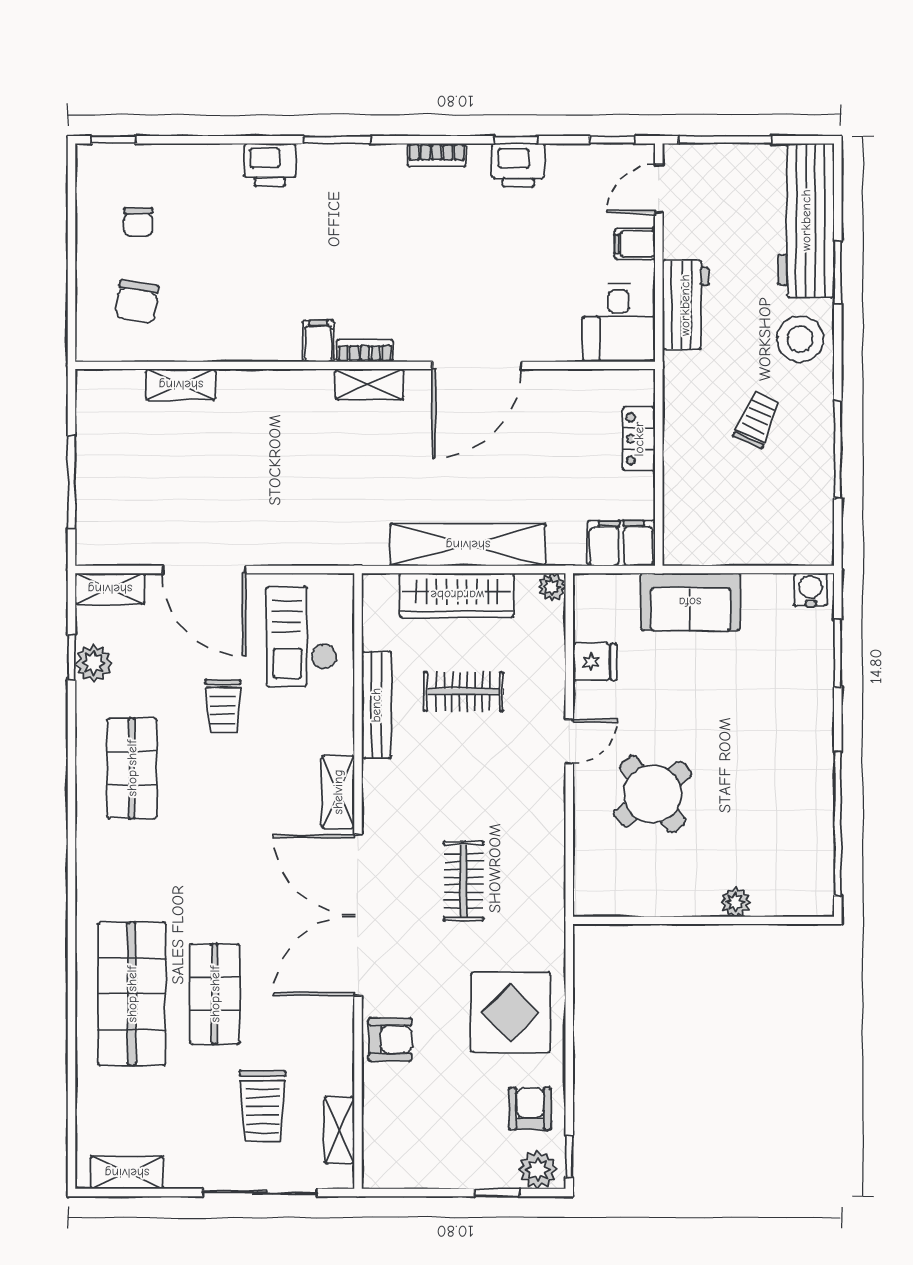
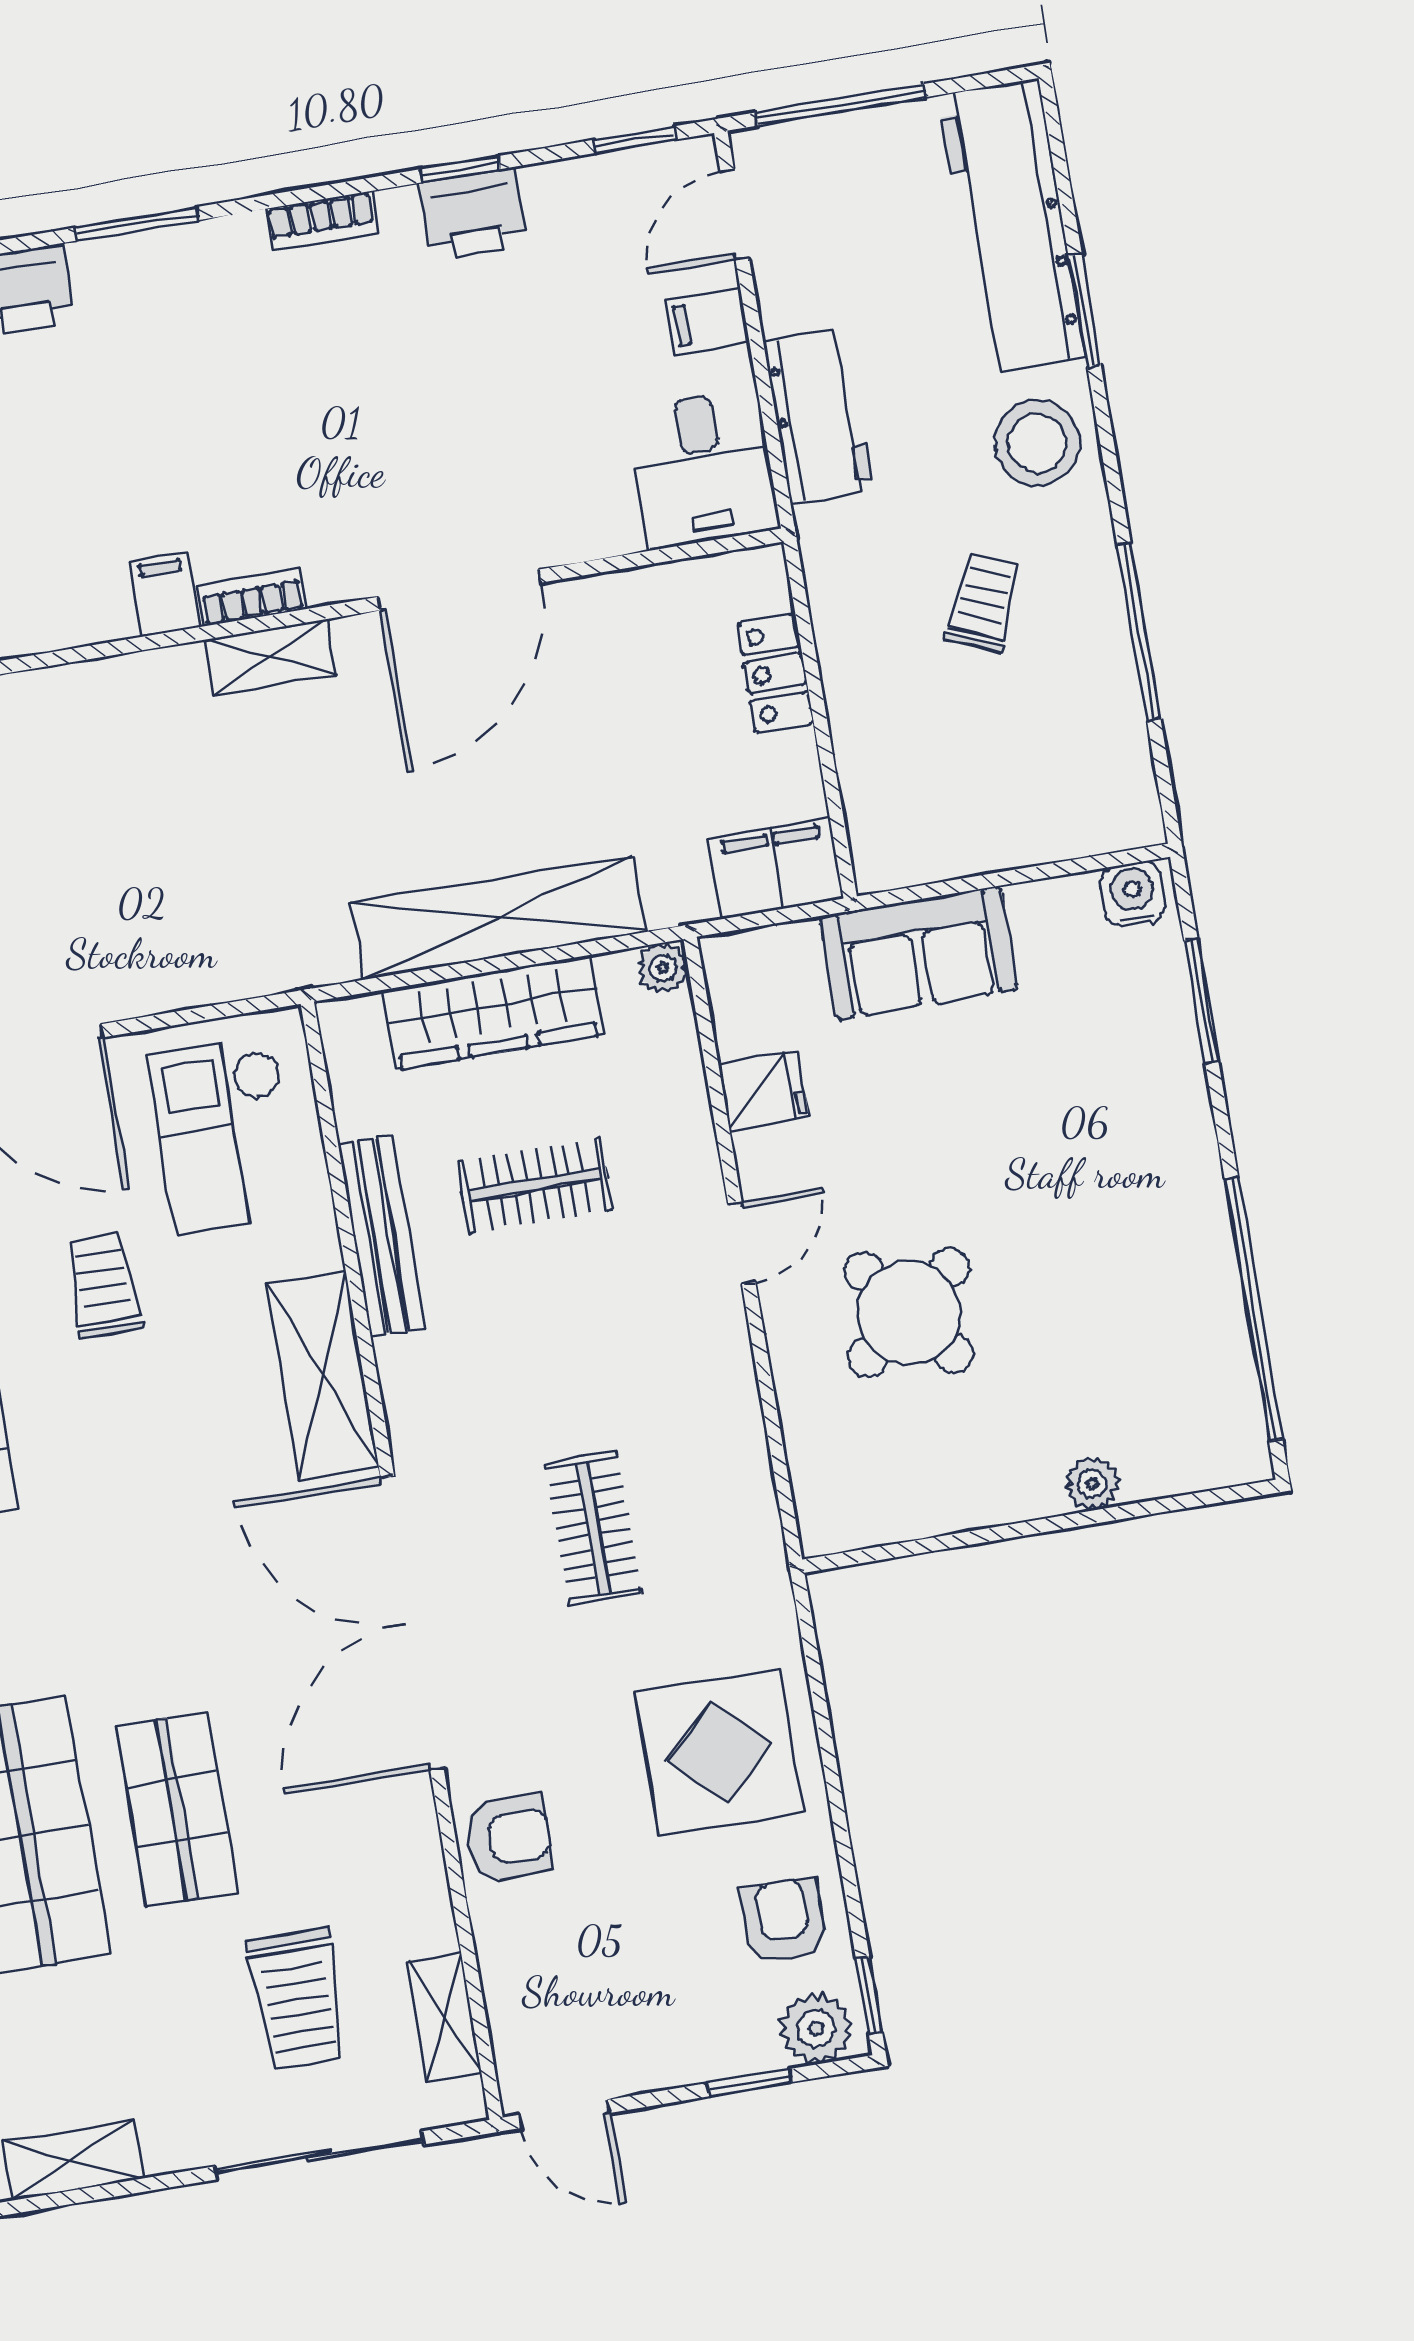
trolley: (223, 706) -> (103, 1286), turned 180
shelving: (338, 792) -> (323, 1375), width x1.50, depth x1.33
door: (395, 1192) -> (565, 2114), added

